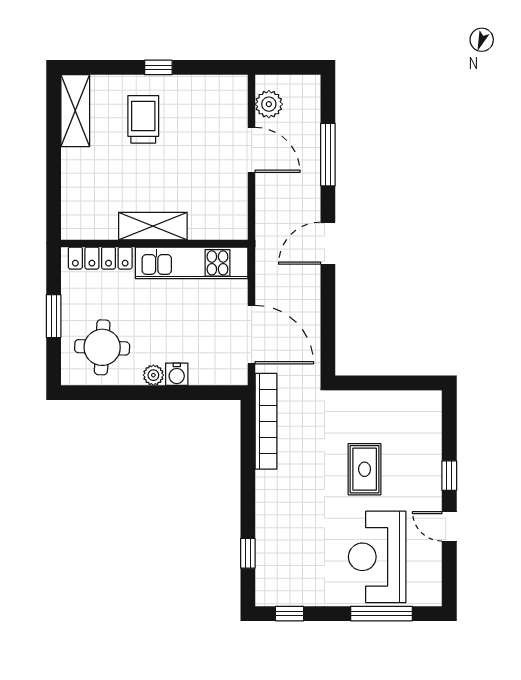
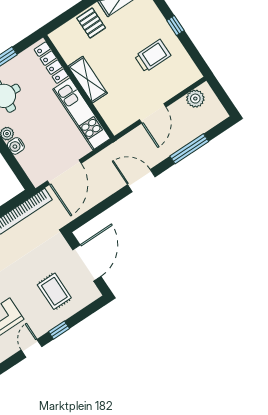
trolley: (143, 119) -> (153, 56), moved
door: (251, 150) -> (153, 113), moved
pallet: (83, 173) -> (91, 23), added
door: (387, 383) -> (87, 263), added
rug: (365, 469) -> (54, 291), moved, turned 90

